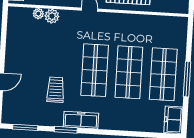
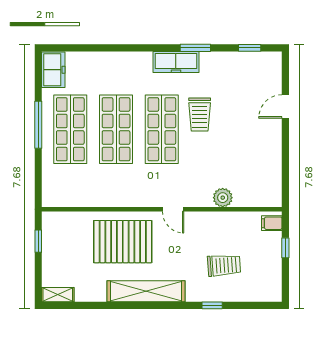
plant: (38, 14) -> (241, 200), removed
trolley: (56, 90) -> (200, 115), moved
window: (25, 127) -> (250, 48), width x0.67

